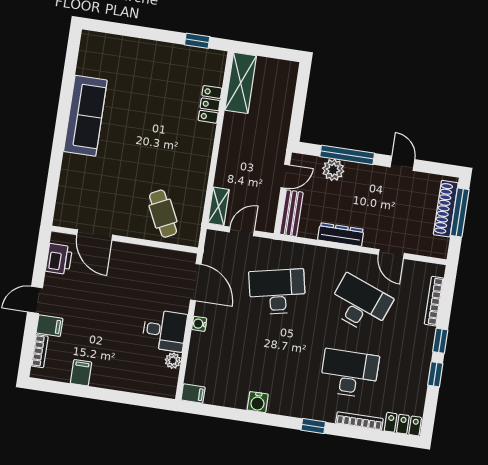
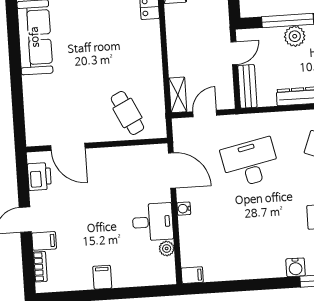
plant: (333, 170) -> (295, 36), moved
filing cabinet: (81, 373) -> (102, 277), moved
water cooler: (258, 402) -> (296, 267), moved

